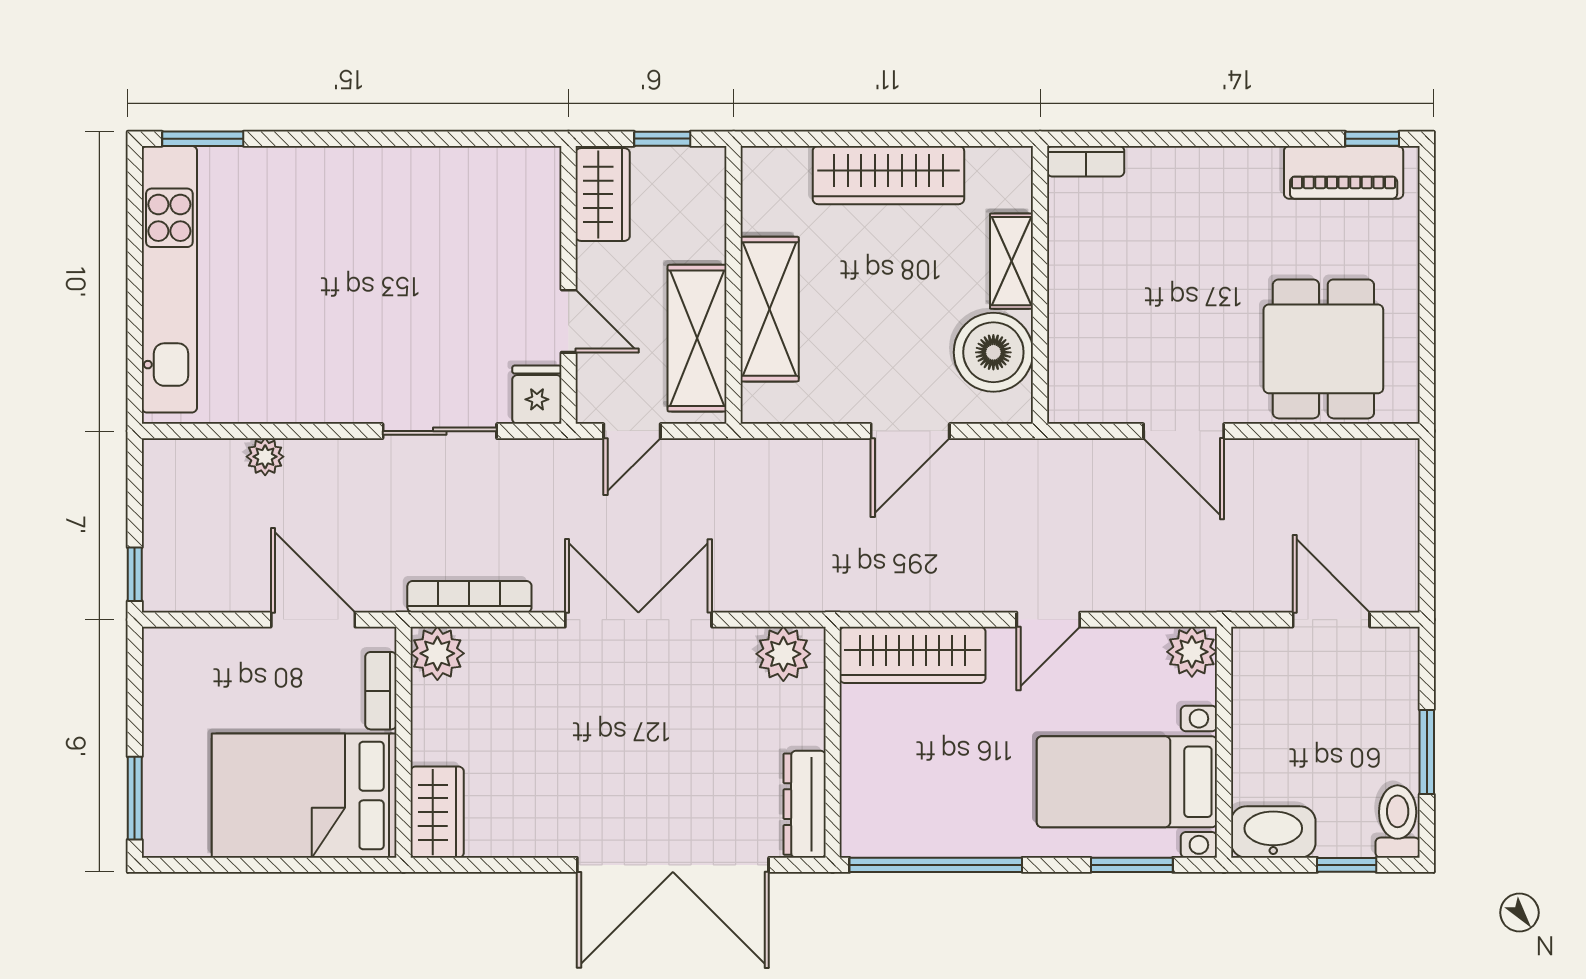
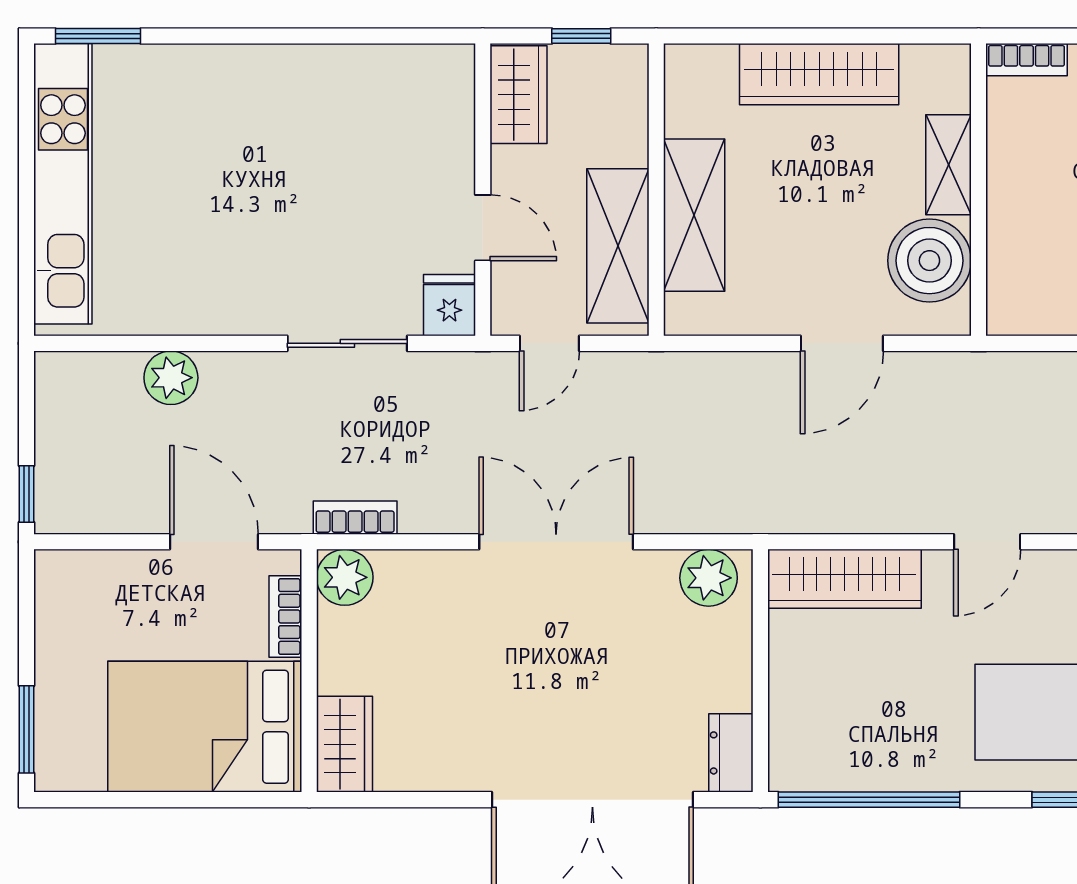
plant: (265, 457) -> (171, 378), width x1.38, depth x1.38
bookcase: (469, 597) -> (355, 518), width x0.64
dresser: (805, 804) -> (731, 753), width x0.70

